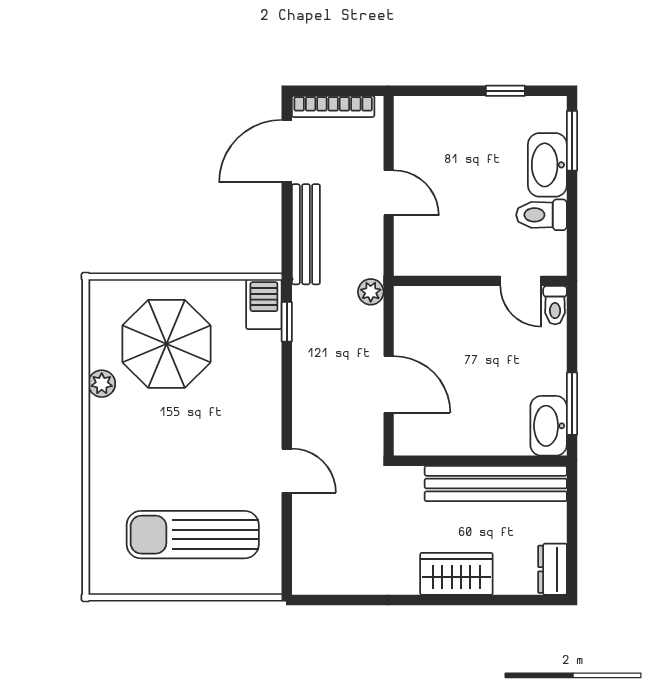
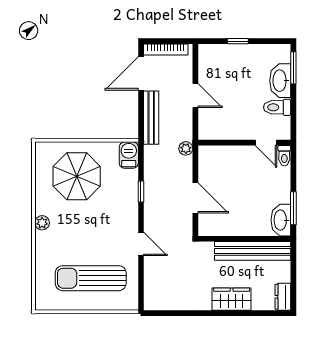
window: (505, 91) -> (238, 41), moved
window: (287, 322) -> (141, 191), moved
plant: (102, 384) -> (42, 223), moved

